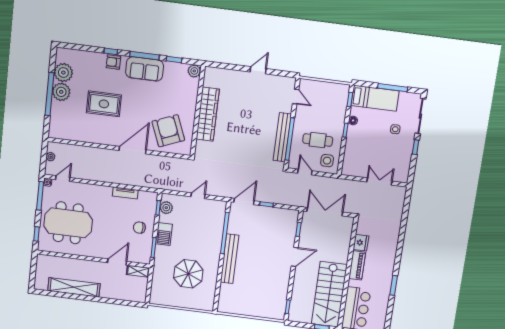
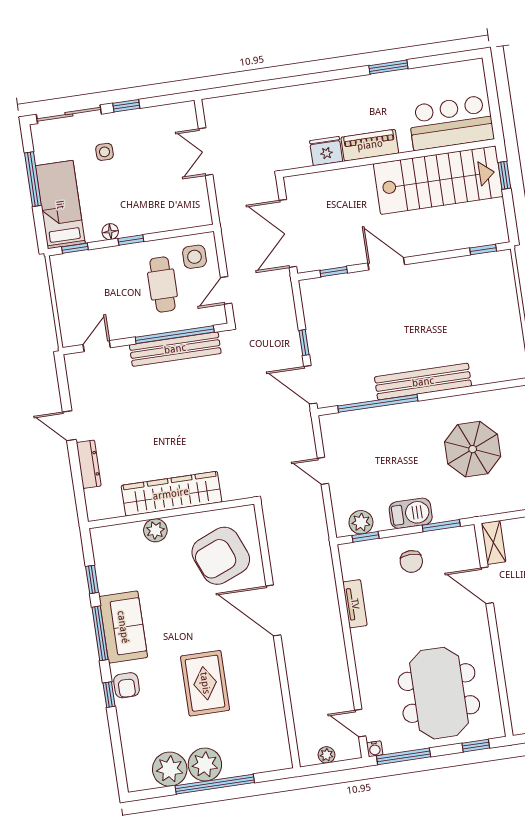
plant: (194, 71) -> (155, 530), moved
dresser: (235, 75) -> (89, 464), added

